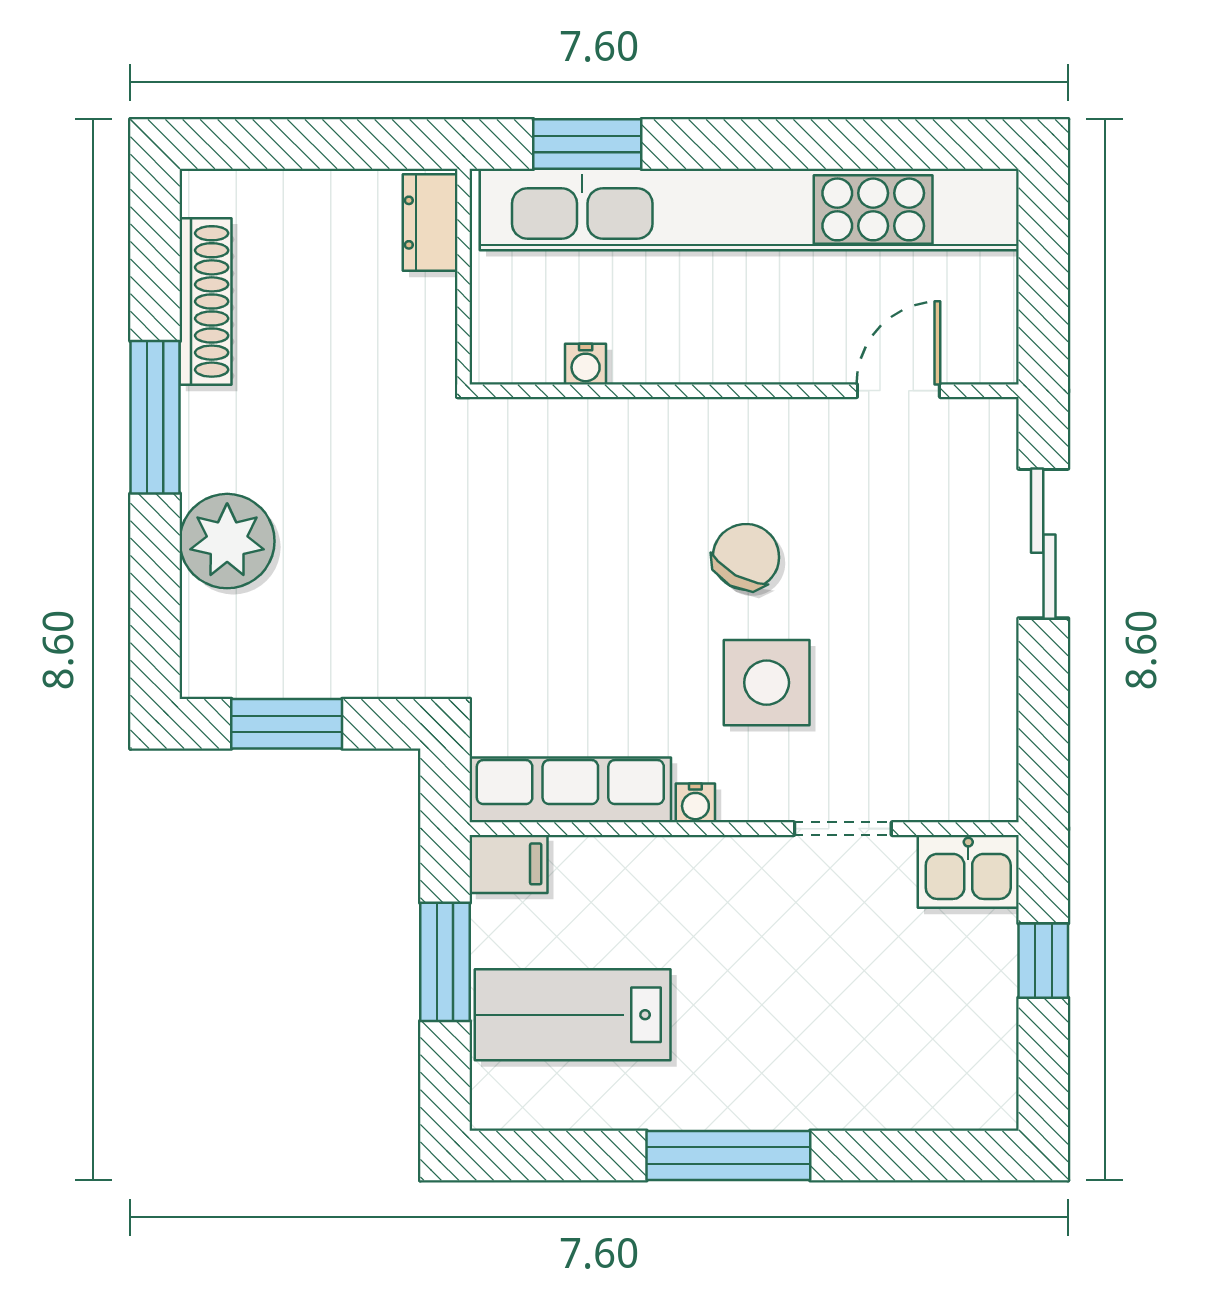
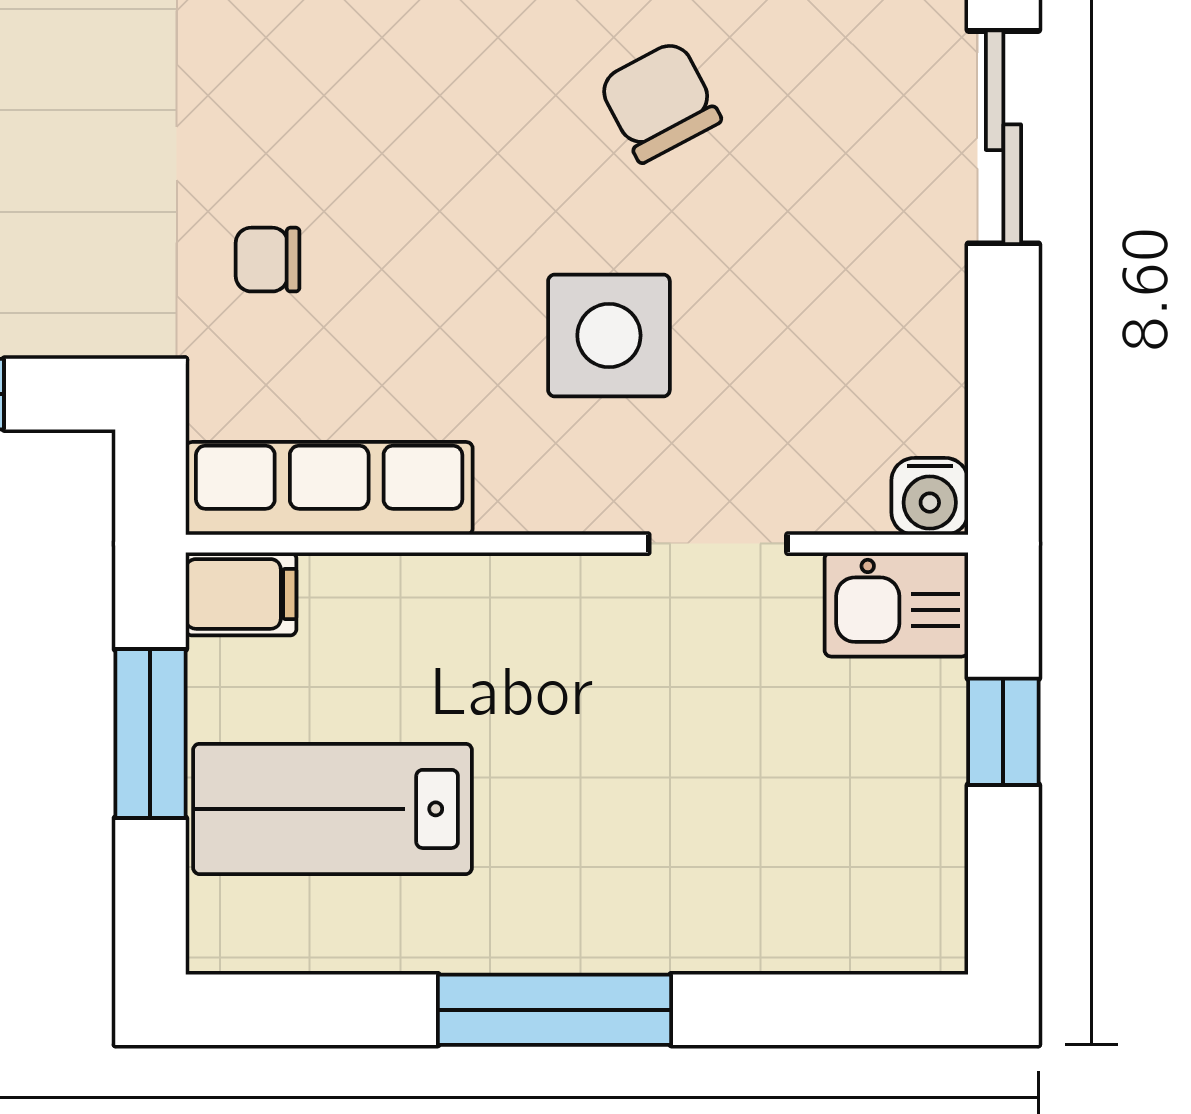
chair: (746, 557) -> (660, 101), moved, turned -57
chair: (527, 629) -> (268, 260), added
water cooler: (695, 803) -> (930, 496), moved, width x1.38, depth x1.38

